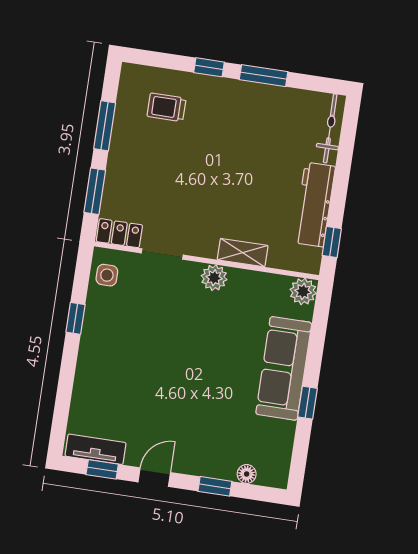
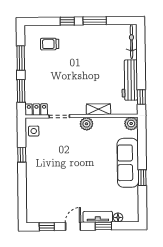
tv unit: (95, 449) -> (98, 217), moved

